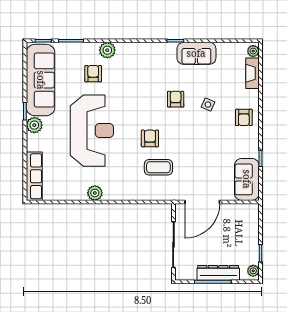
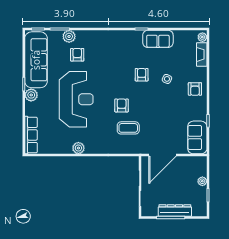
plant: (107, 50) -> (69, 36), moved
plant: (253, 271) -> (202, 181), moved

